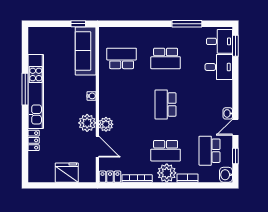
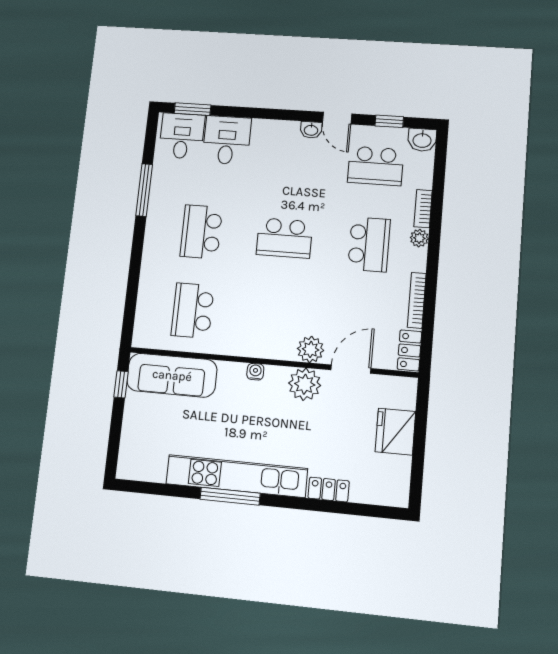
school desk: (166, 58) -> (201, 232), turned 180
plant: (167, 173) -> (419, 238), width x0.53, depth x0.53

